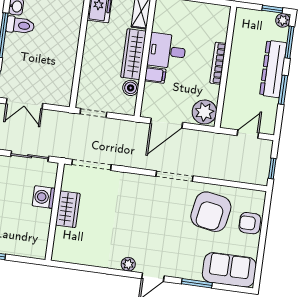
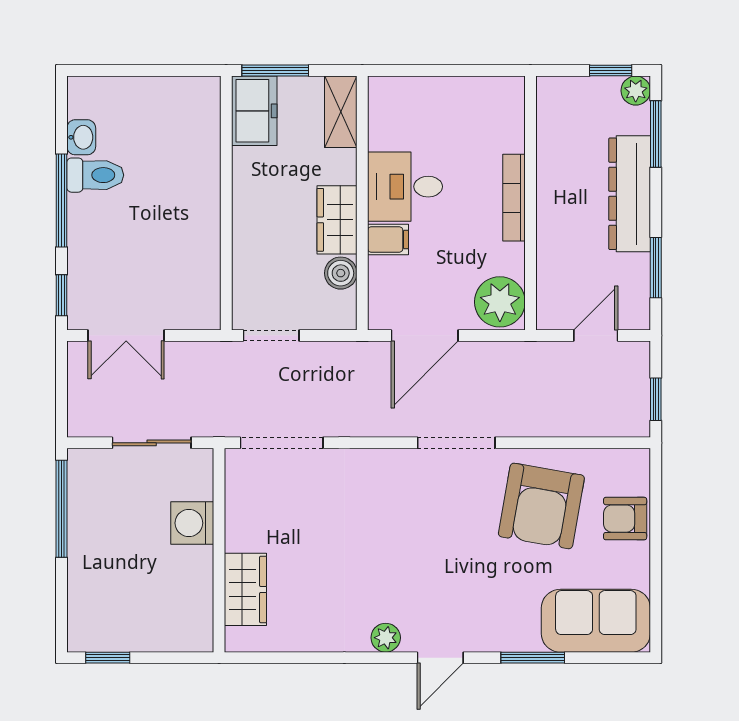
wardrobe: (133, 54) -> (337, 220), width x0.67
window: (283, 90) -> (656, 268), moved
wardrobe: (68, 209) -> (245, 589), moved

